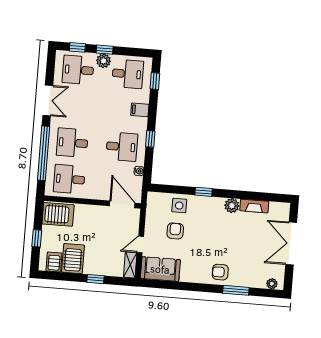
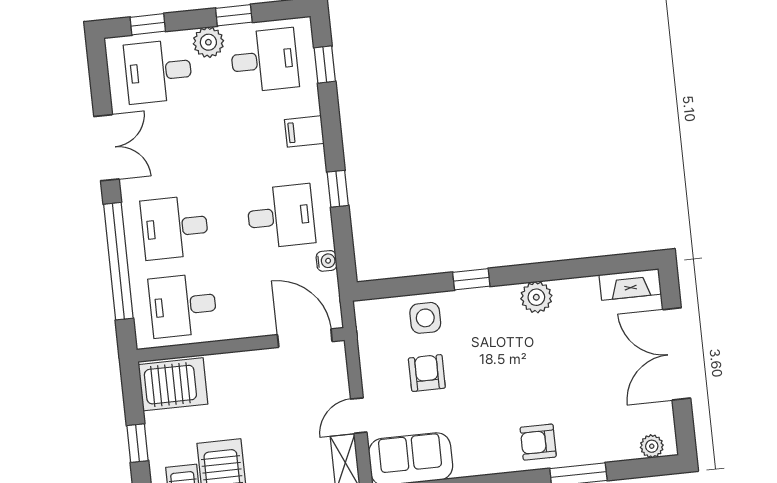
window: (105, 50) -> (234, 15), moved
fireplace: (254, 206) -> (630, 284), moved

